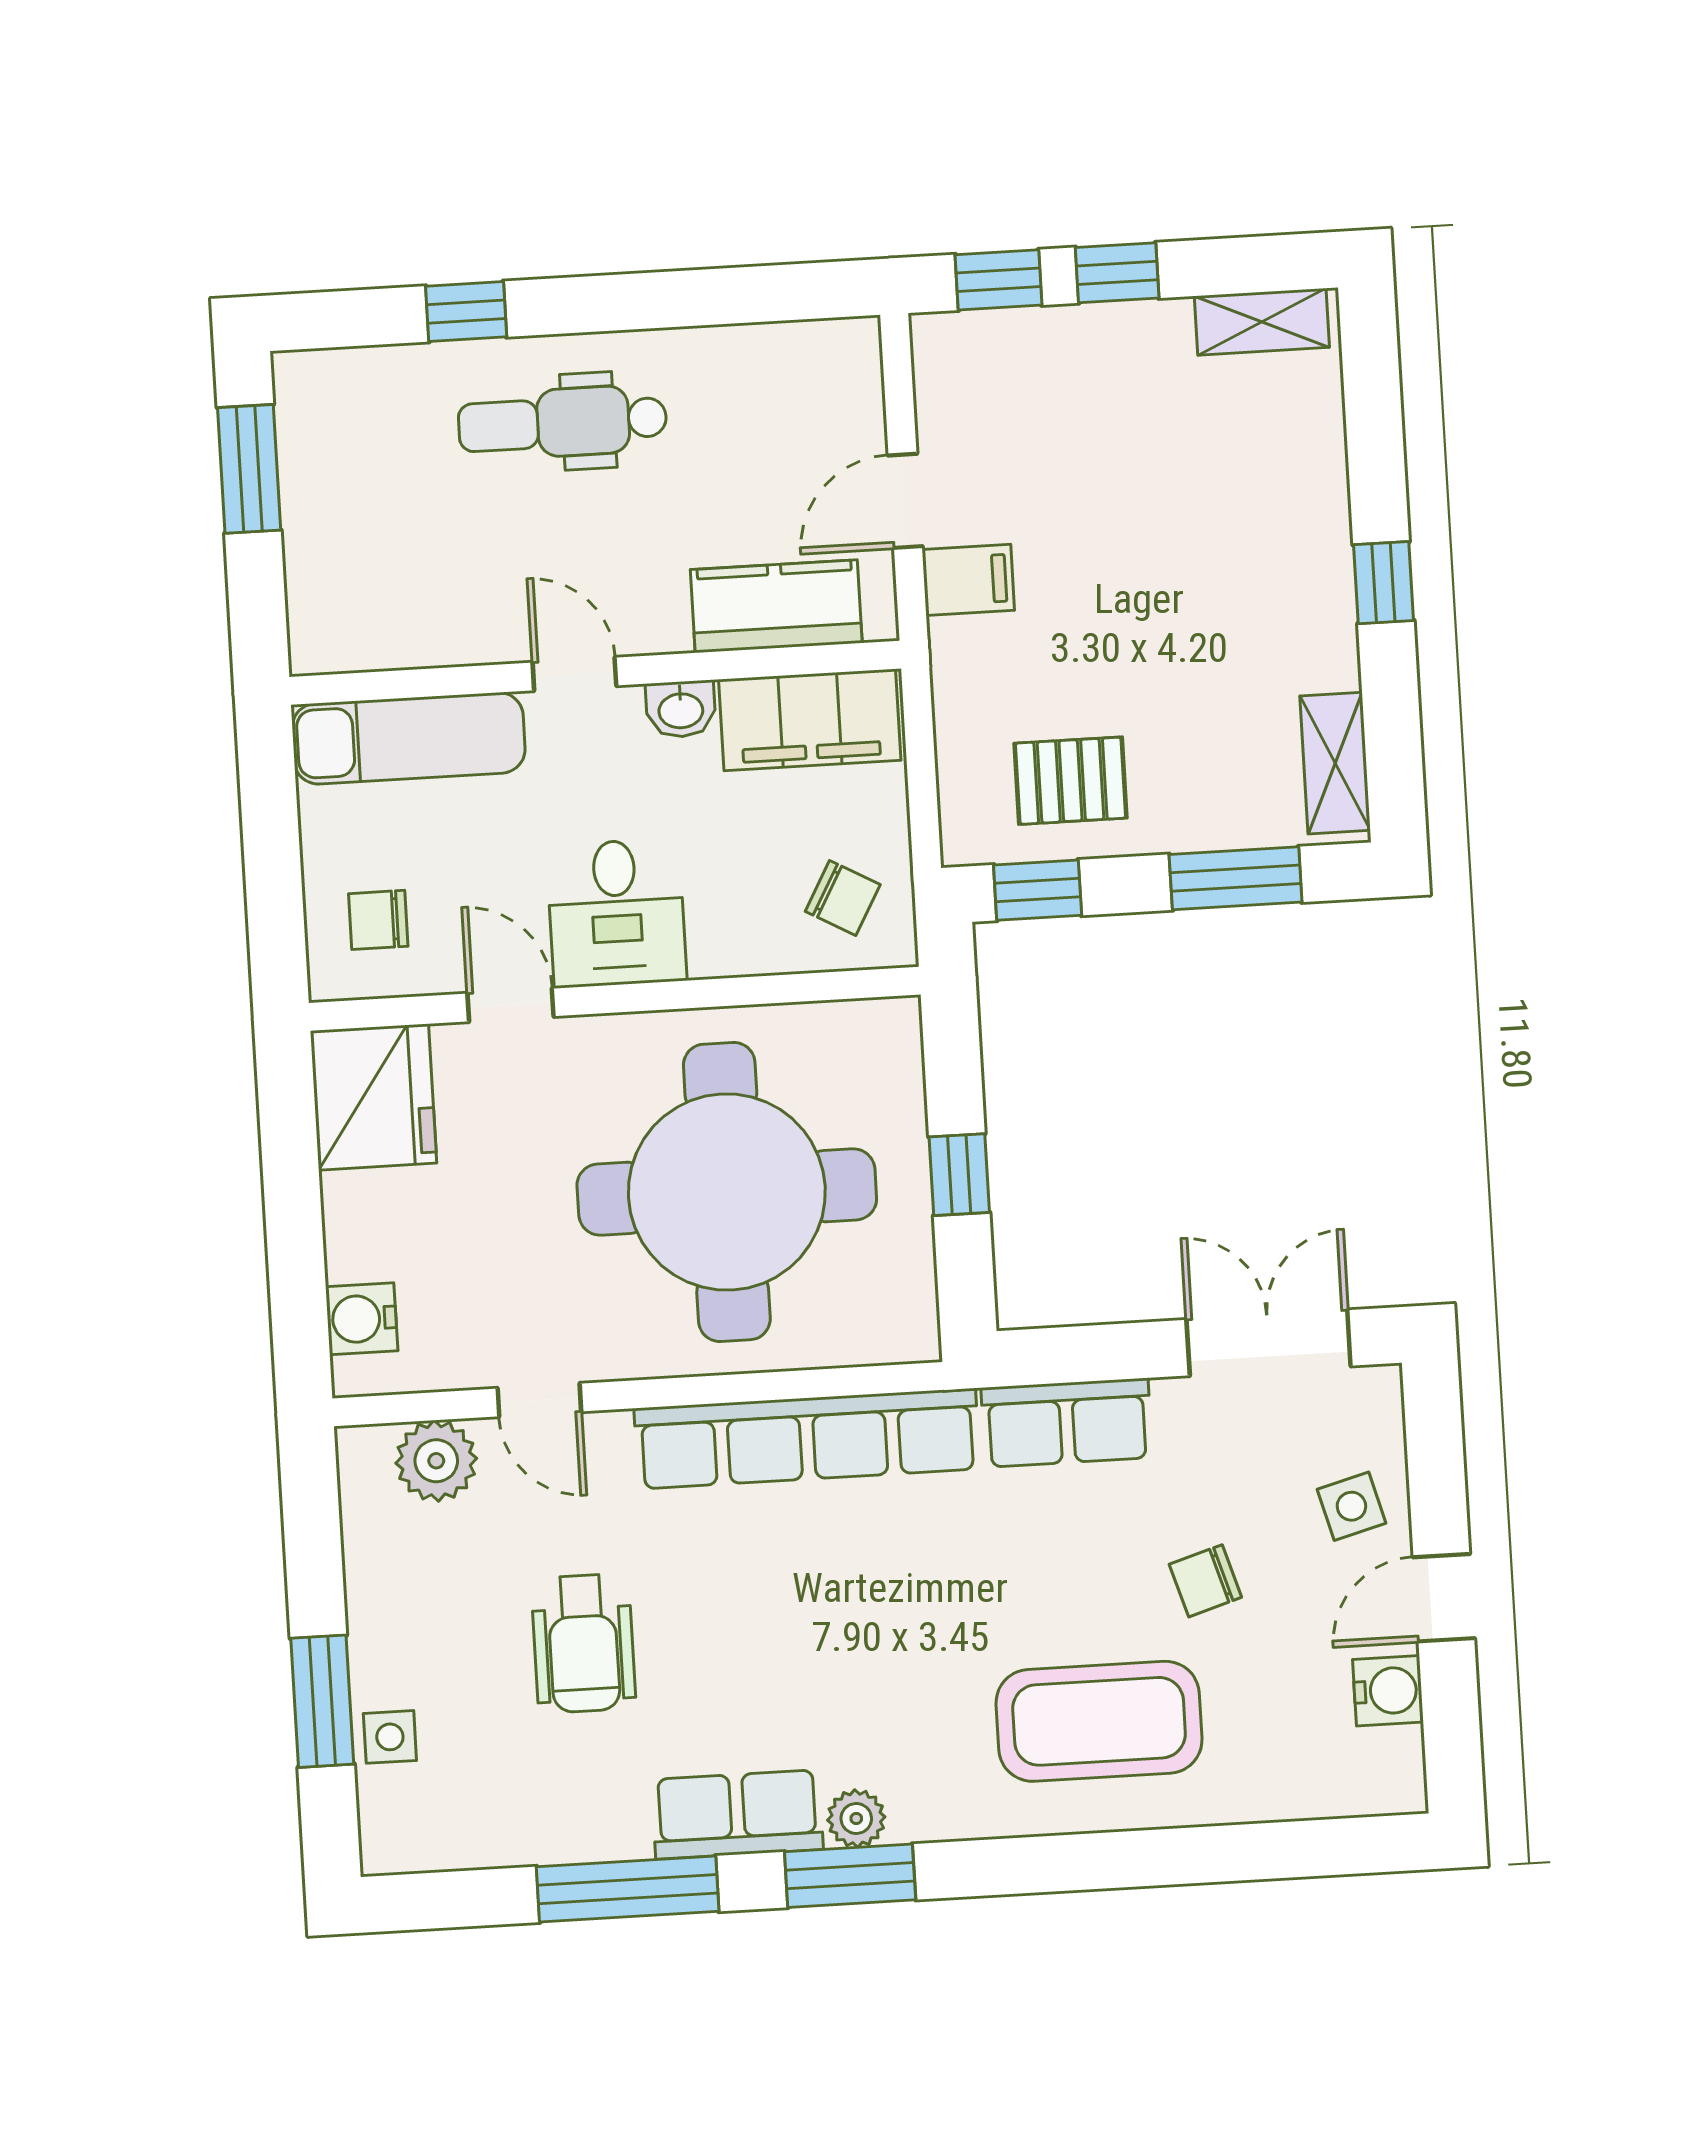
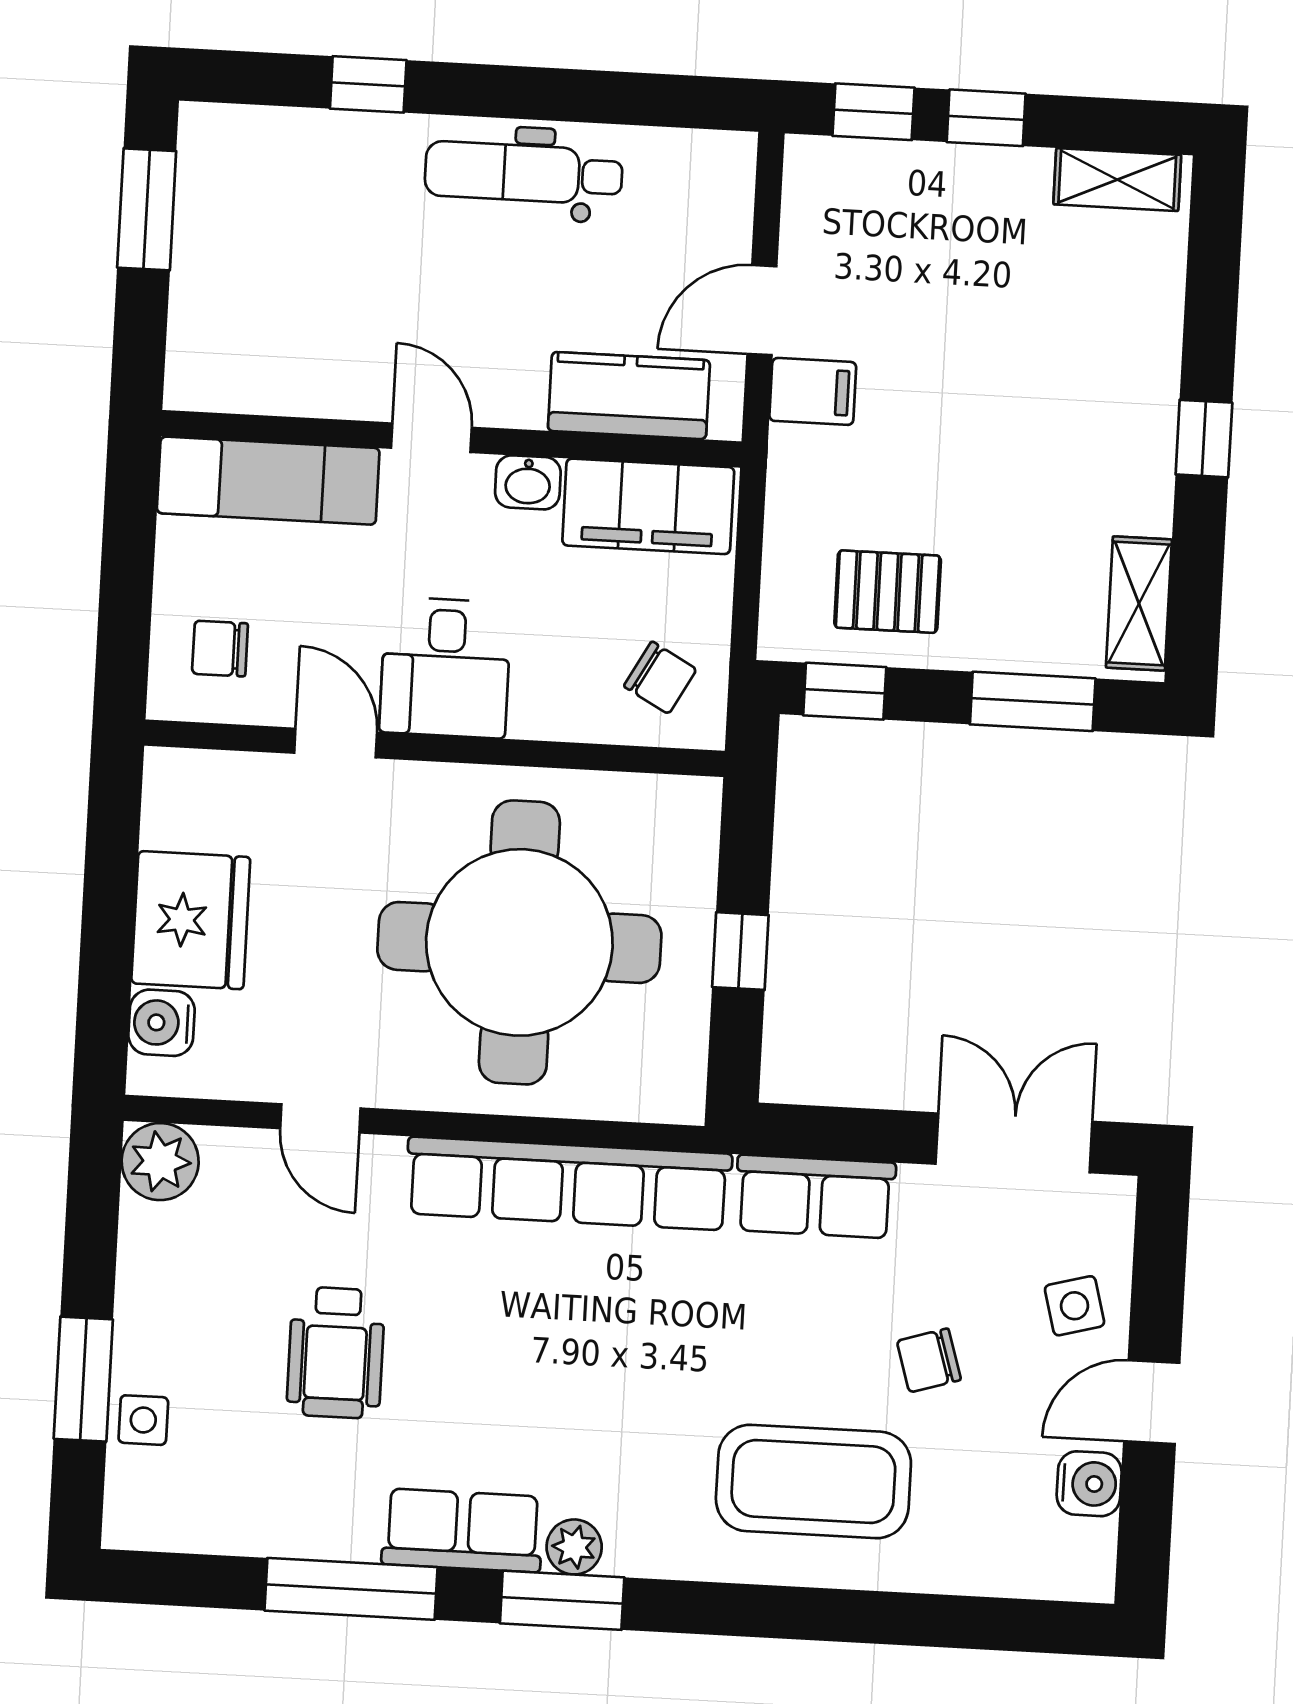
dental chair: (562, 422) -> (524, 173), moved
fridge: (373, 1097) -> (191, 920), moved
plant: (436, 1461) -> (160, 1162), moved

